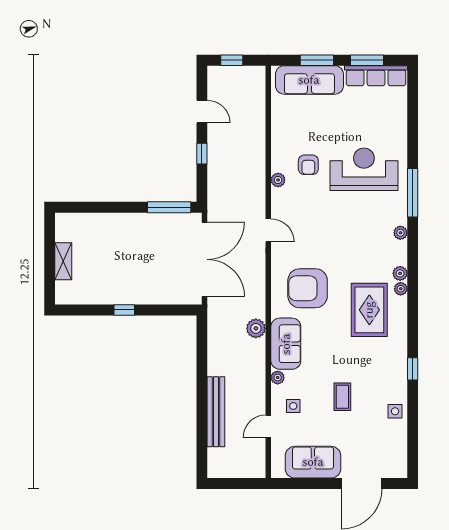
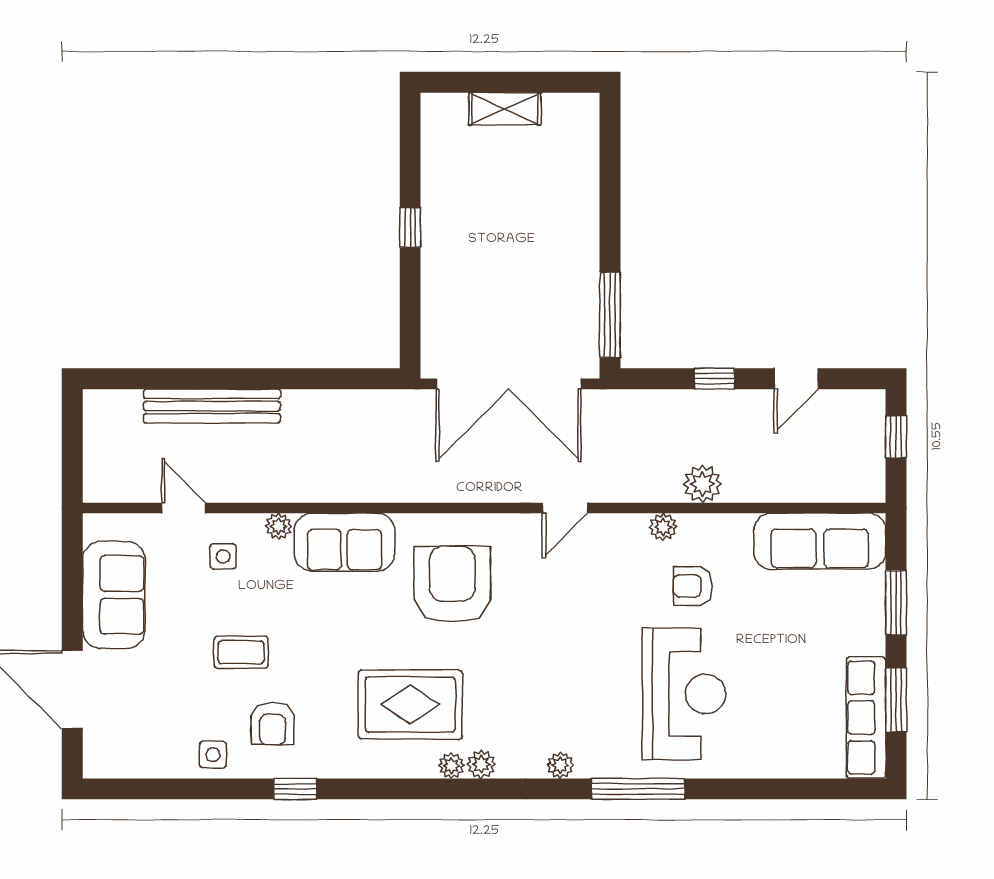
sofa: (309, 80) -> (820, 541), moved, turned -90
plant: (256, 328) -> (702, 484), moved
armchair: (379, 381) -> (273, 724), added

